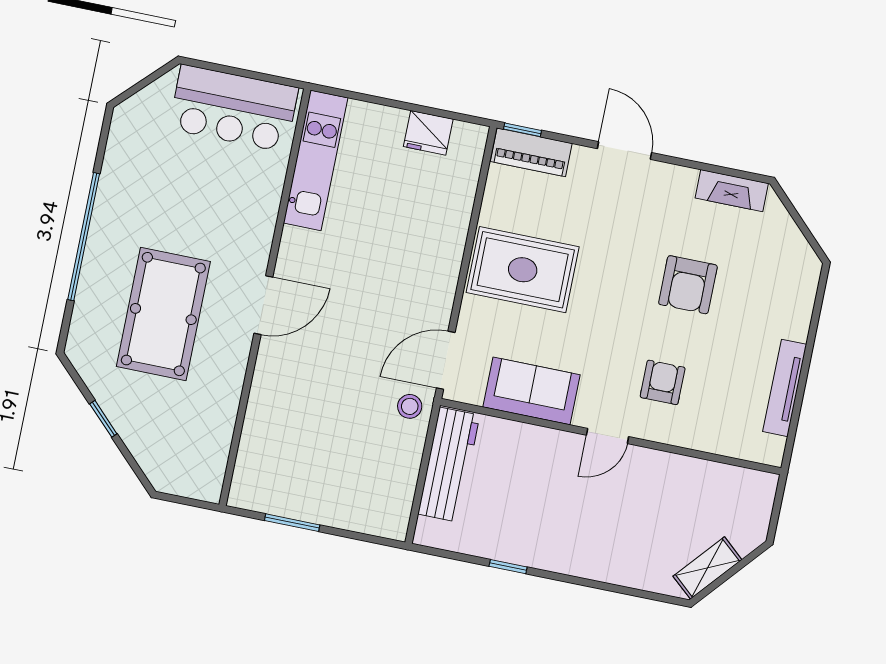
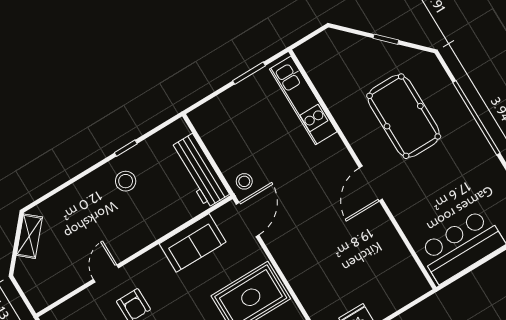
kitchen unit: (316, 160) -> (303, 100), moved
door: (263, 305) -> (371, 183), moved
door: (608, 436) -> (106, 273), moved
stool: (542, 530) -> (126, 181), added

